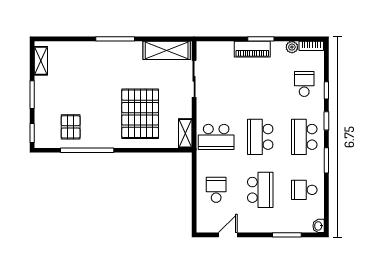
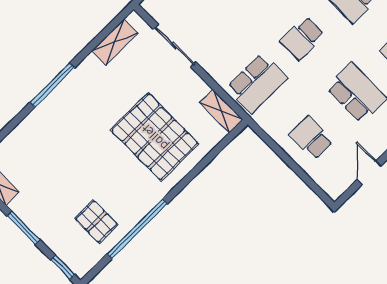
shelving: (167, 50) -> (115, 42), width x0.67, depth x0.75
school desk: (260, 137) -> (302, 38), width x0.54

